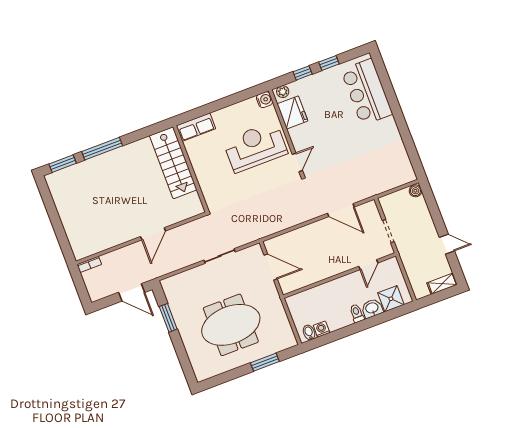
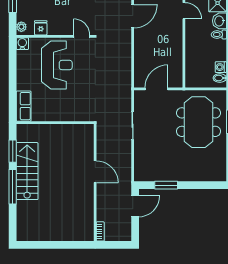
fridge: (292, 112) -> (41, 28), width x0.53, depth x0.75
reception desk: (255, 147) -> (57, 65), turned 180
stairs: (173, 163) -> (27, 171), moved, turned -90
window: (63, 164) -> (13, 151), moved
meeting table: (231, 325) -> (199, 122), moved

